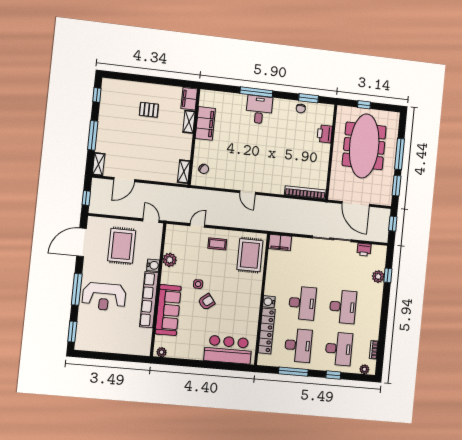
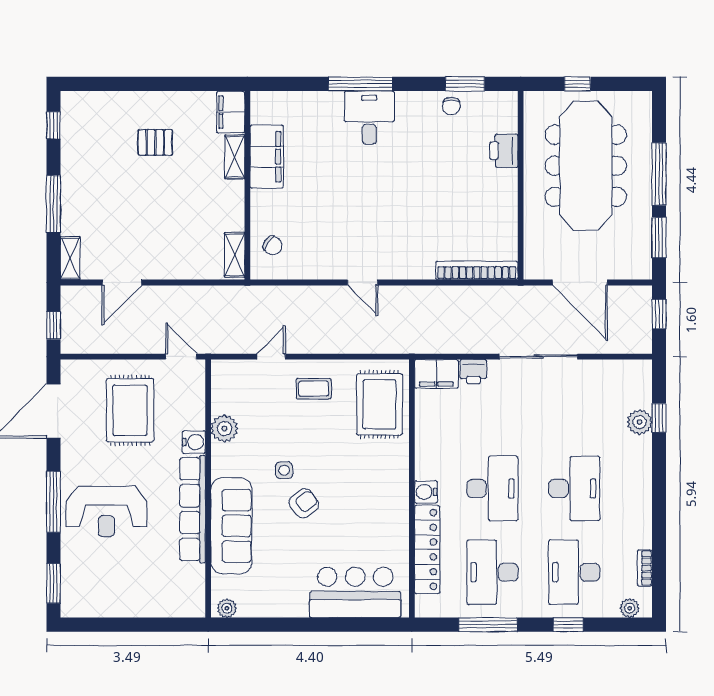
printer: (364, 250) -> (473, 371), moved
desk: (298, 345) -> (492, 572), turned 180
desk: (339, 349) -> (574, 572), turned 180

